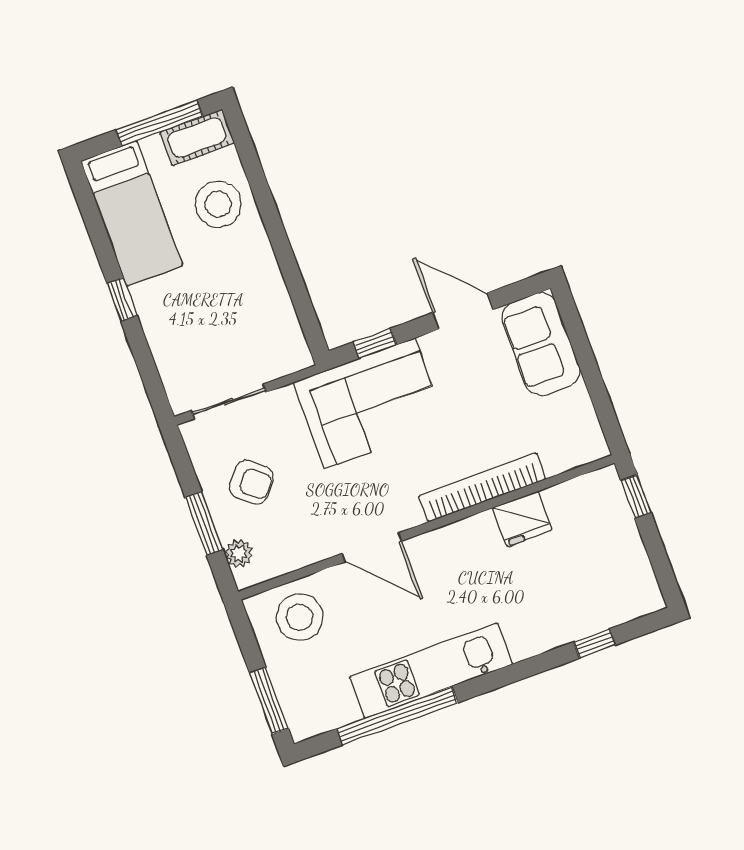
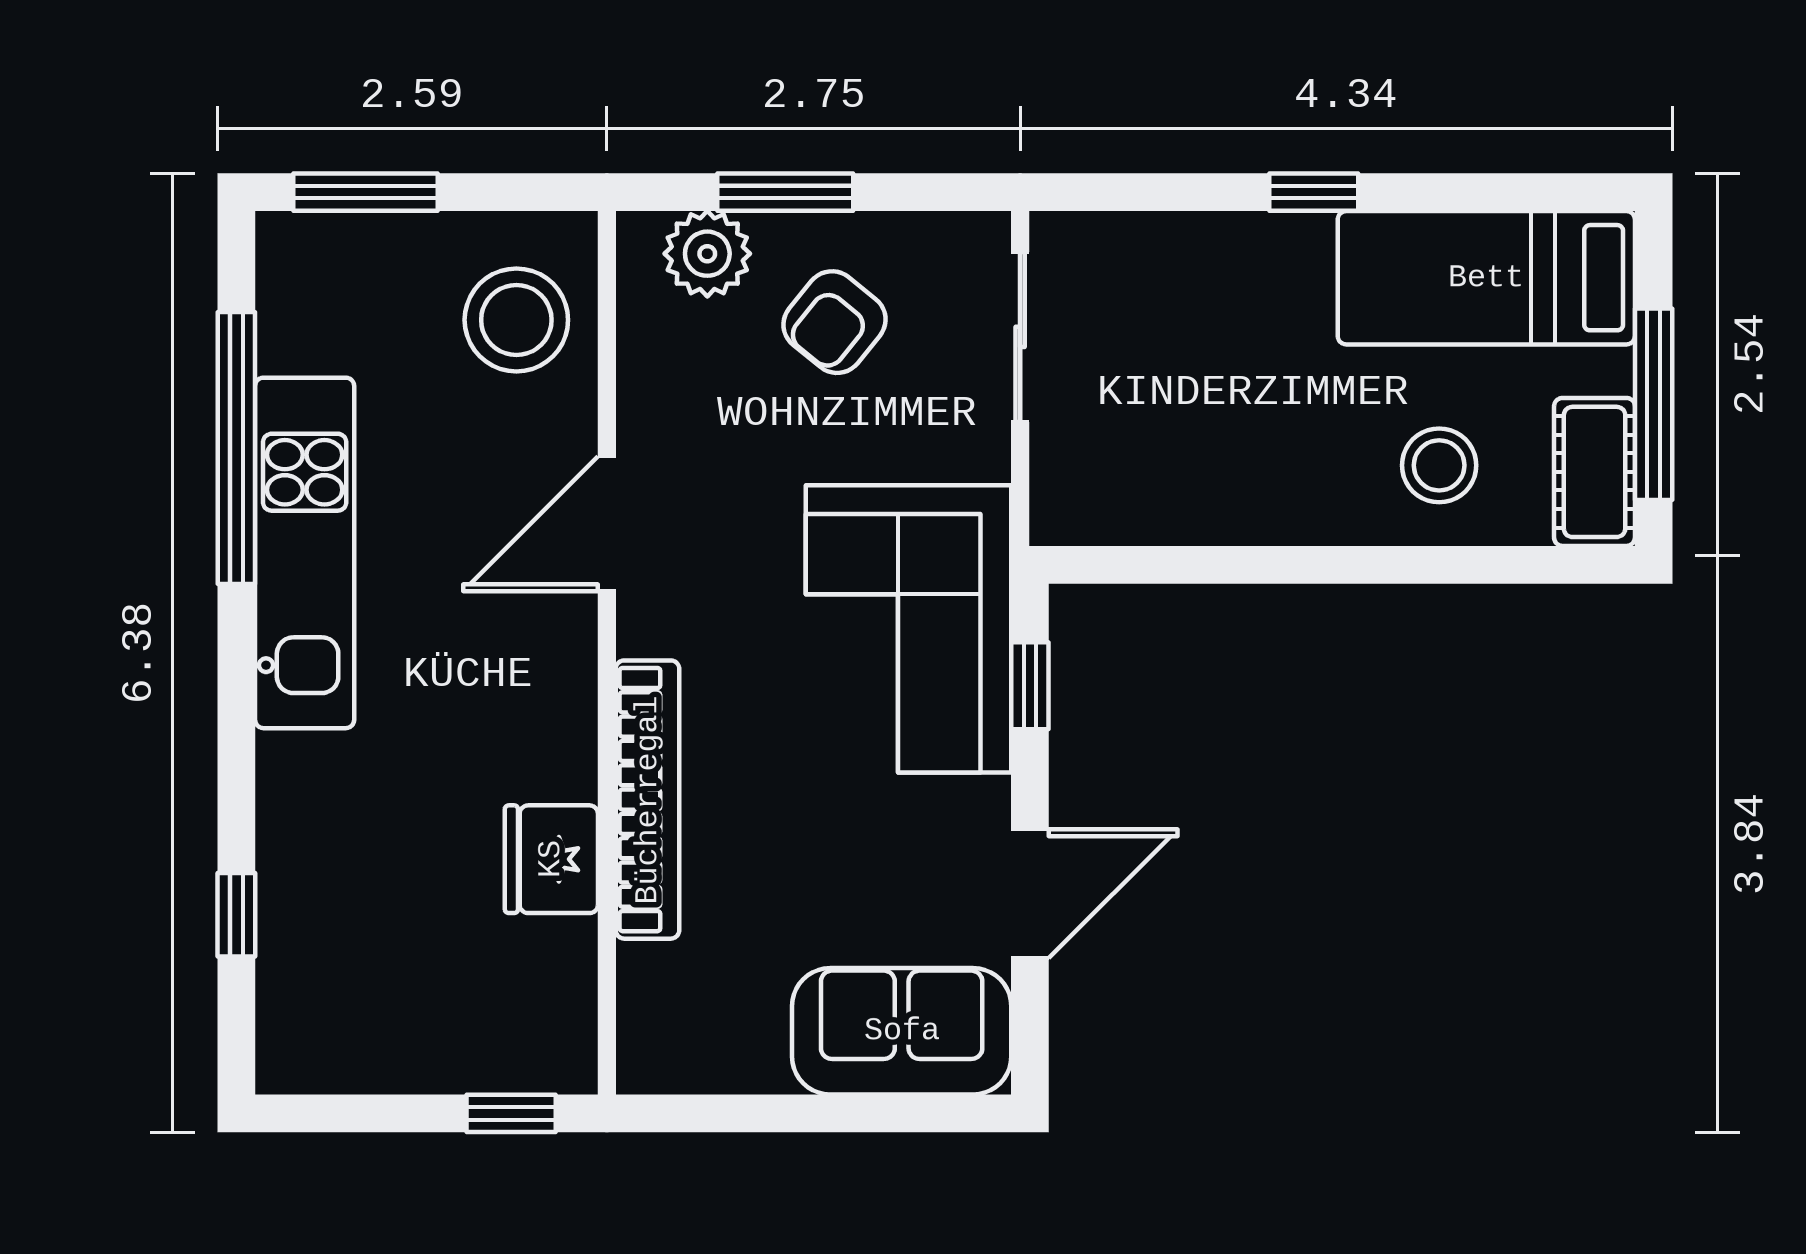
stool: (218, 204) -> (1439, 465), width x0.73, depth x0.73
plant: (239, 553) -> (707, 254), width x1.38, depth x1.38

